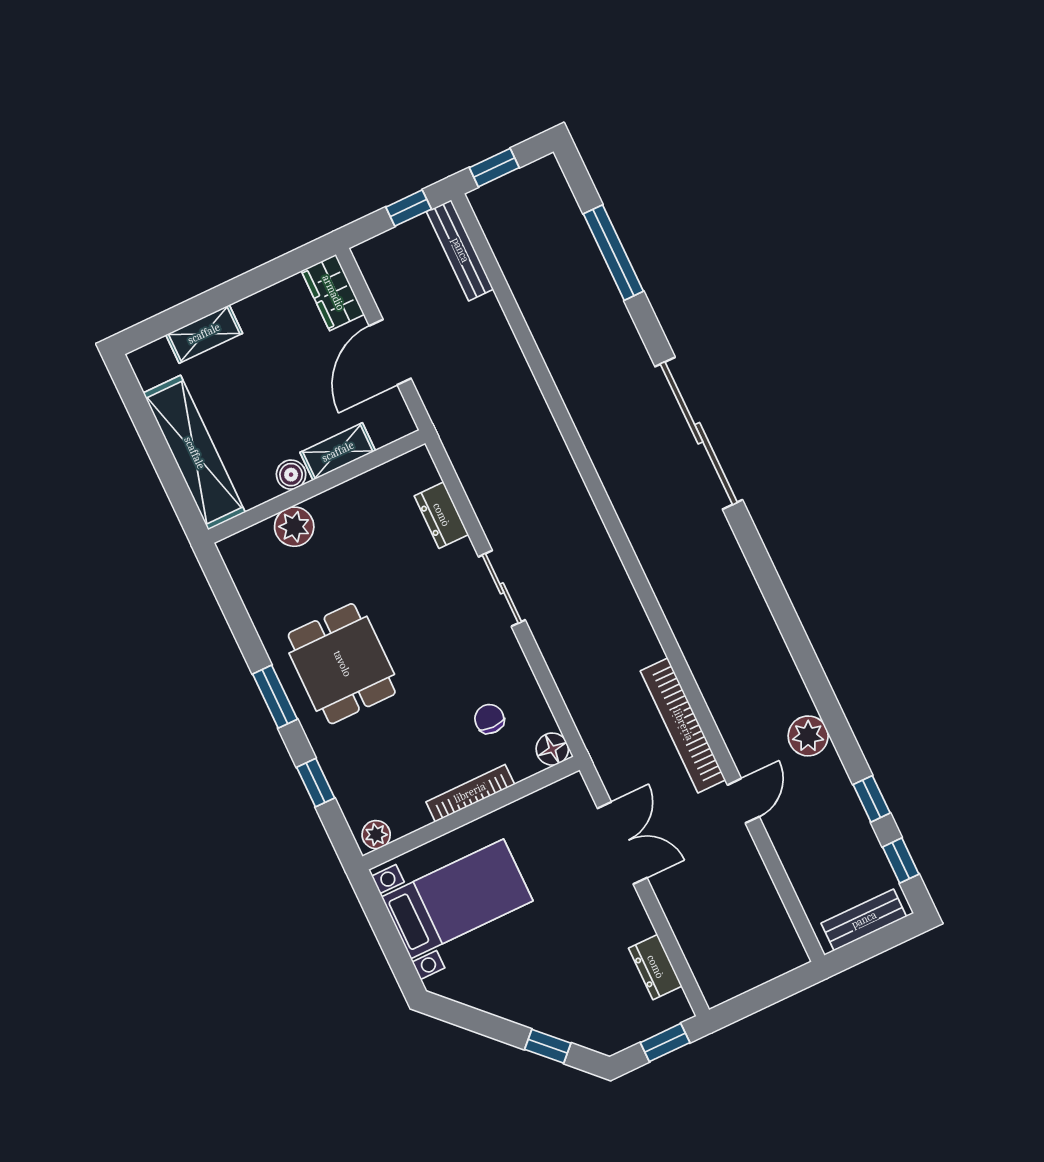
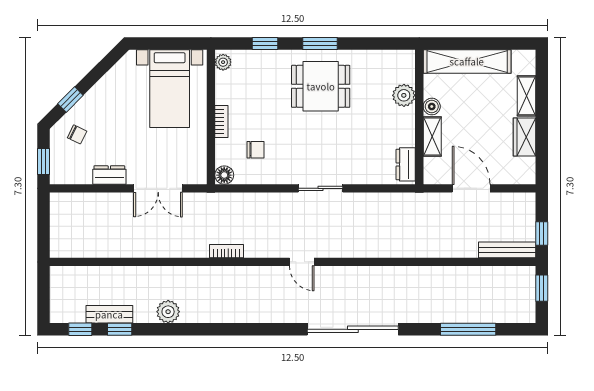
wardrobe: (333, 293) -> (524, 137), moved, turned -90
dresser: (441, 515) -> (406, 164), moved, turned -90
bookcase: (683, 725) -> (226, 251), width x0.43, depth x0.76
bookcase: (470, 793) -> (221, 121), width x0.64
door: (743, 801) -> (302, 262), moved
bench: (864, 920) -> (109, 314), moved, turned 90
dresser: (655, 967) -> (109, 175), moved
chair: (598, 1010) -> (77, 134), added

